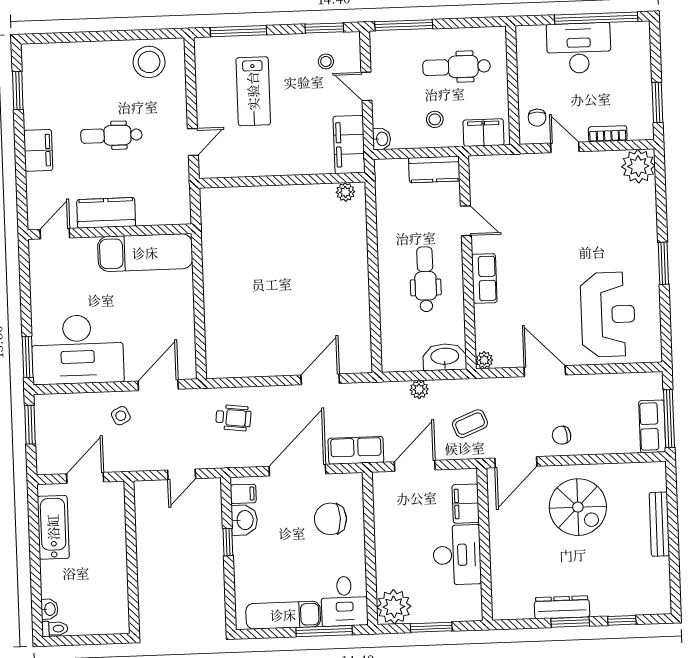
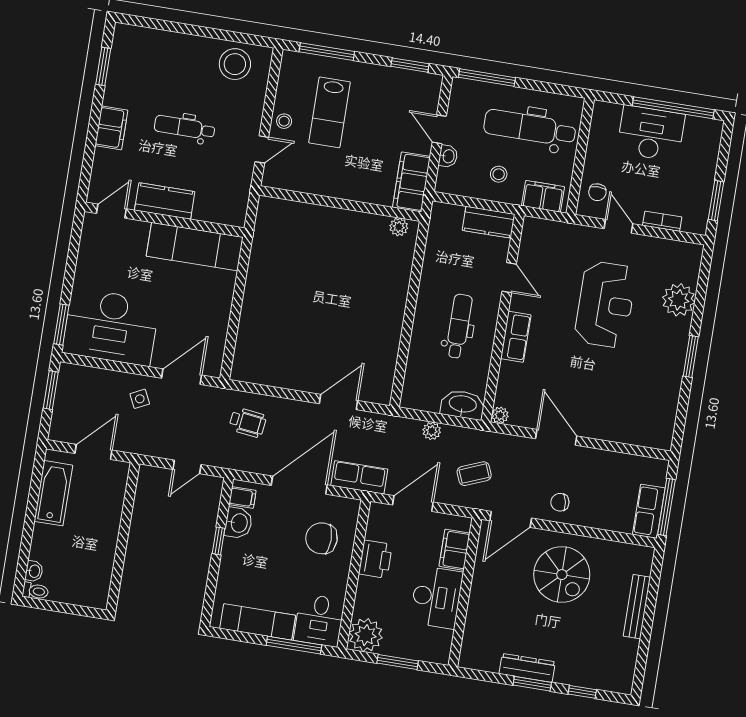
stool: (326, 61) -> (284, 121), moved
dental chair: (457, 67) -> (530, 128), width x1.36, depth x1.38
washbasin: (382, 139) -> (448, 156), moved
plant: (638, 166) -> (679, 300), moved
reception desk: (608, 314) -> (605, 304), moved
printer: (388, 529) -> (375, 559), added

